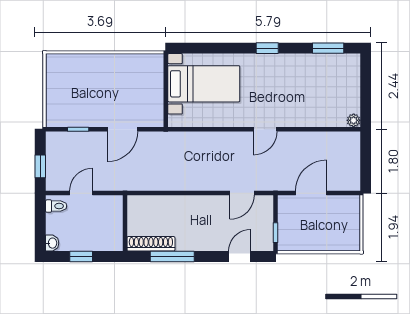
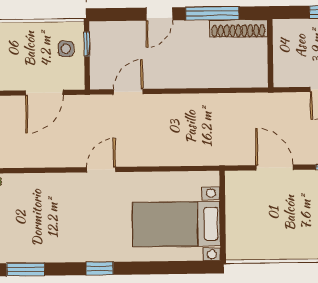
door: (123, 129) -> (275, 168), hinge flipped
side table: (293, 229) -> (66, 49), added
door: (240, 256) -> (159, 14), moved

